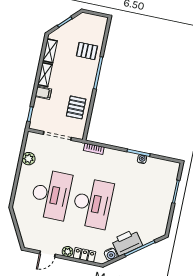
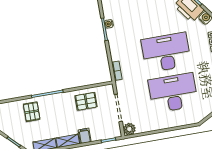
plant: (29, 159) -> (129, 129), moved

